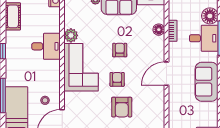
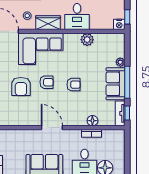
corner sofa: (81, 67) -> (41, 49), moved
wardrobe: (53, 78) -> (48, 23), added
armchair: (122, 107) -> (21, 86), turned -90

